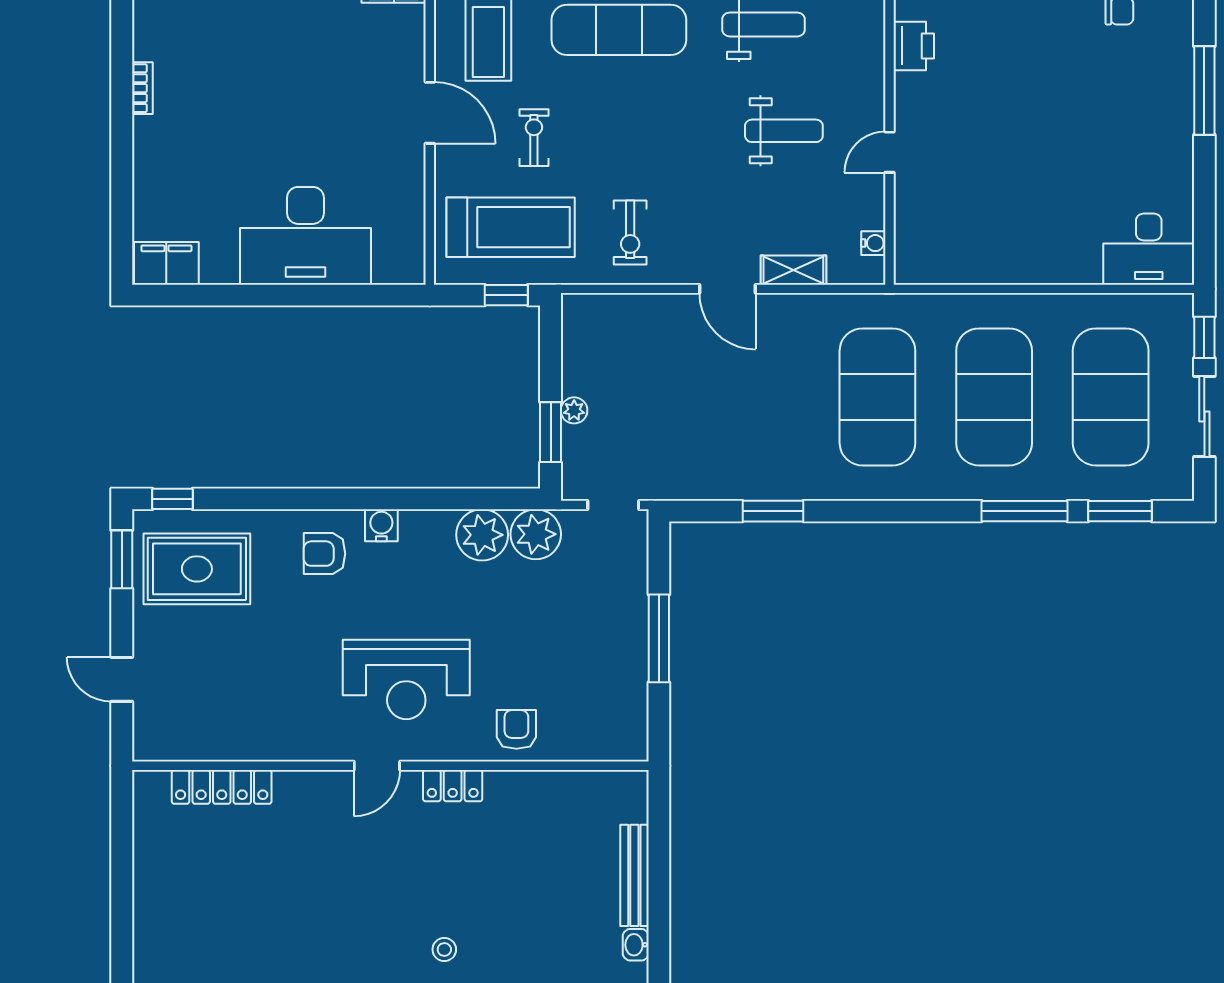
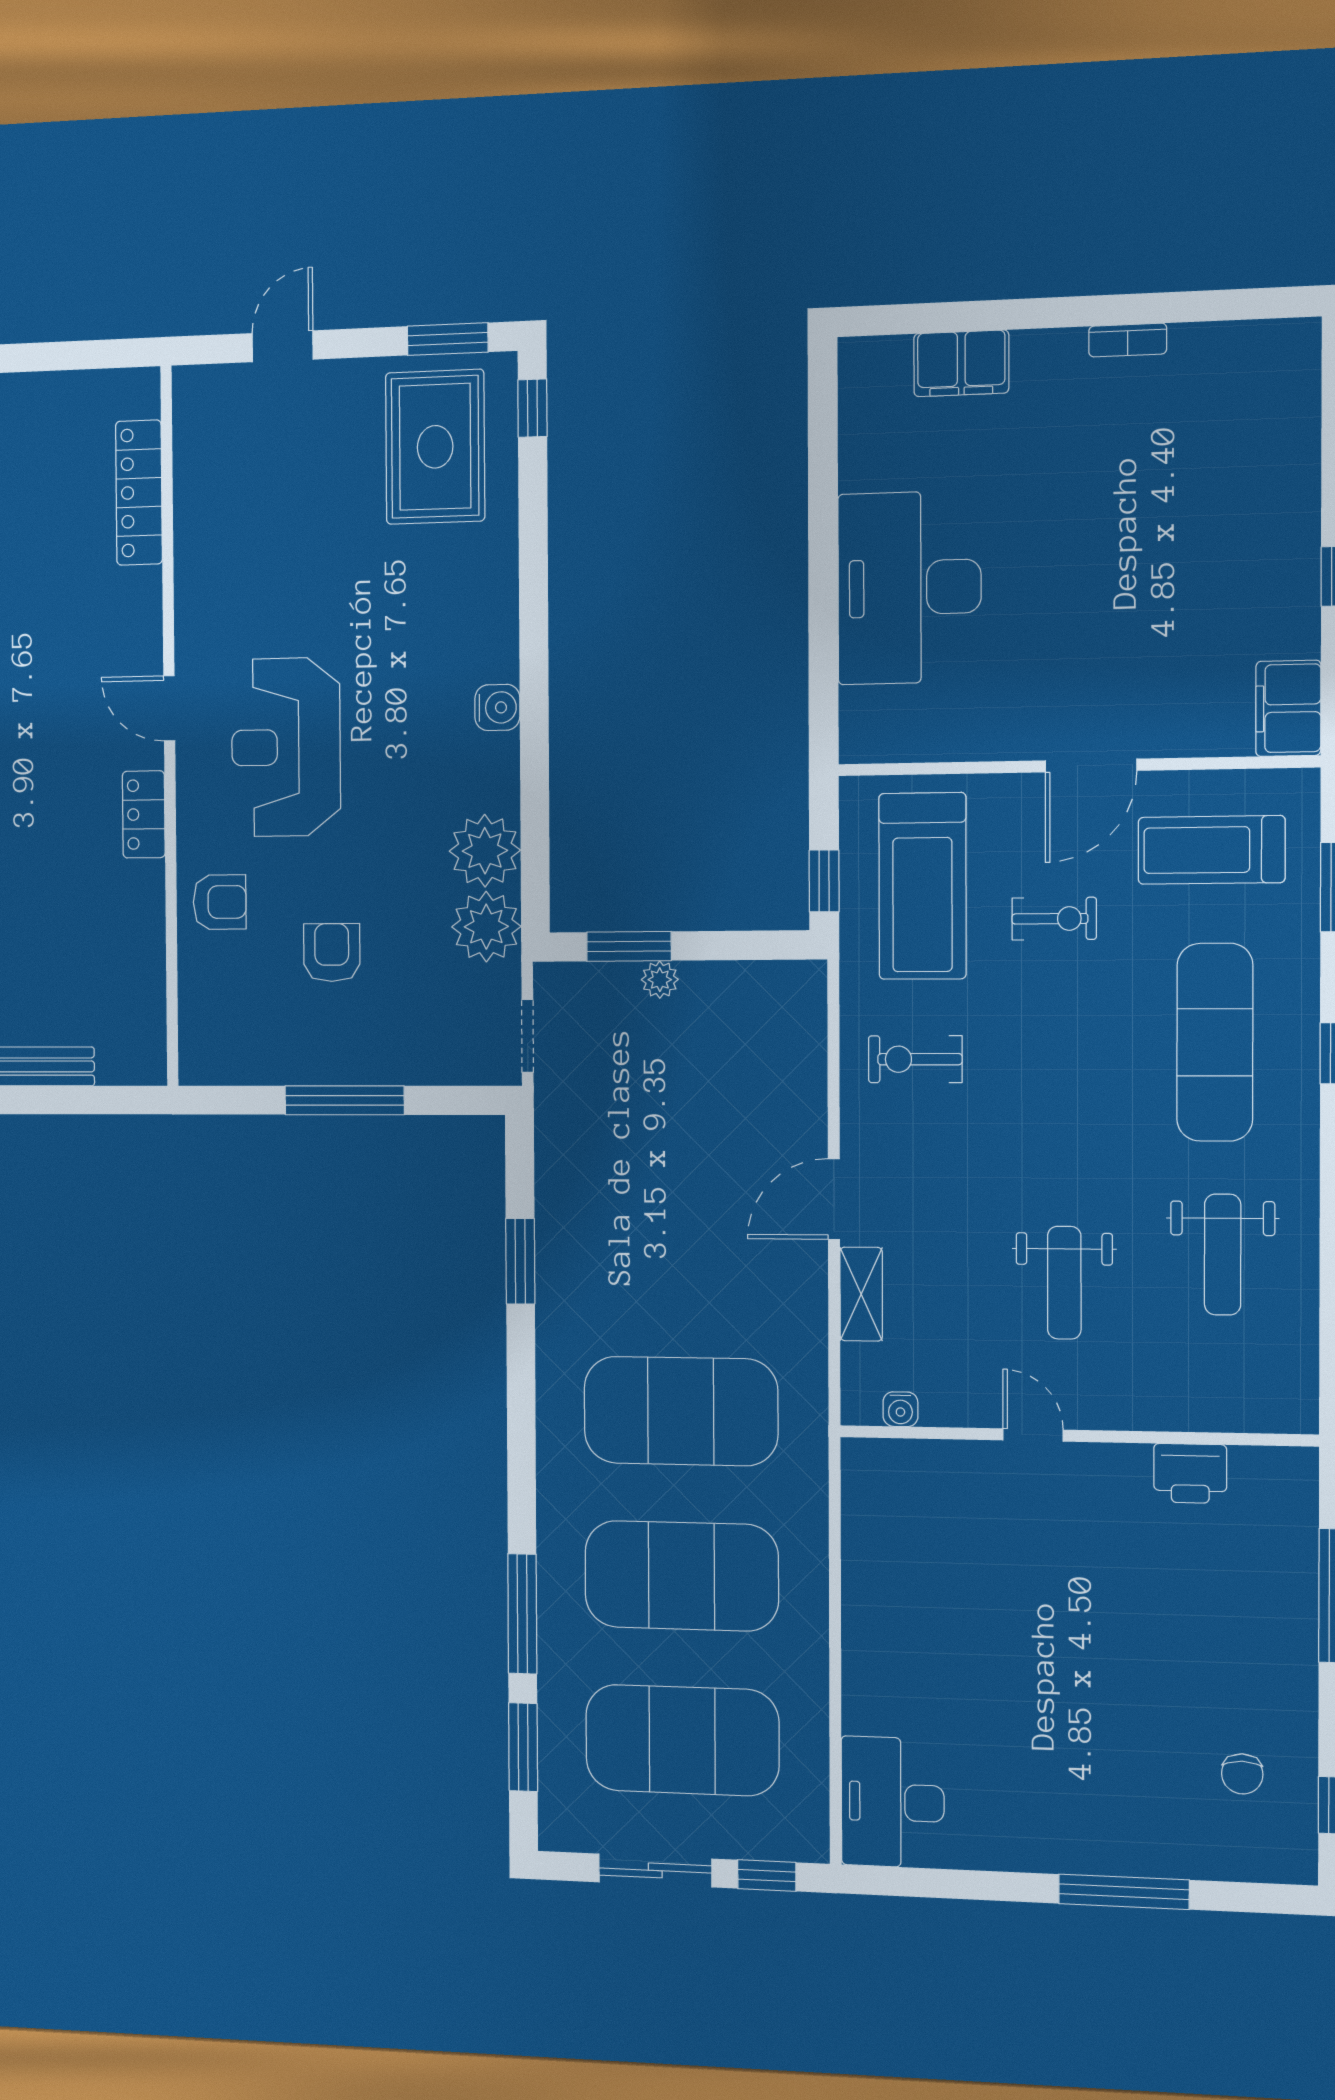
filing cabinet: (166, 263) -> (961, 363), moved, turned 90
armchair: (324, 554) -> (332, 953), moved

